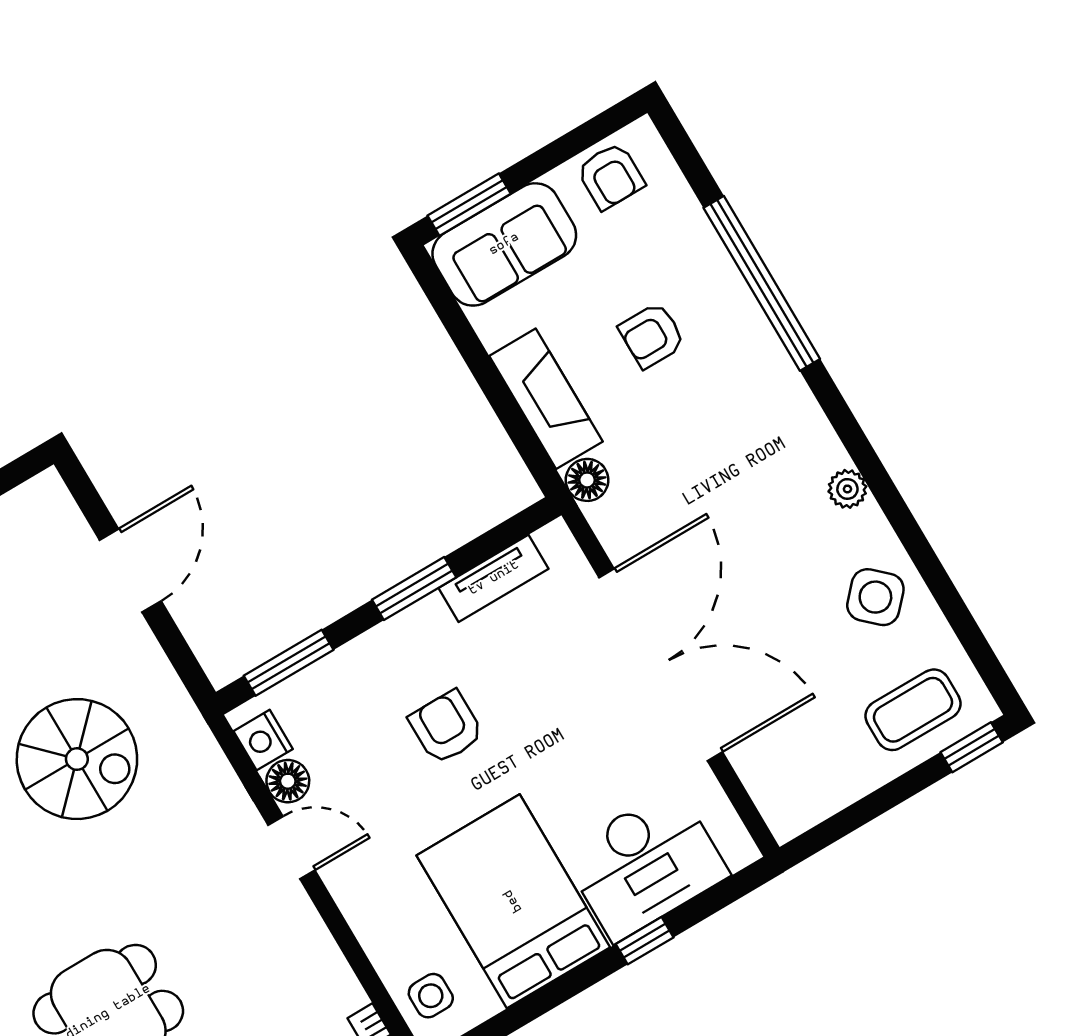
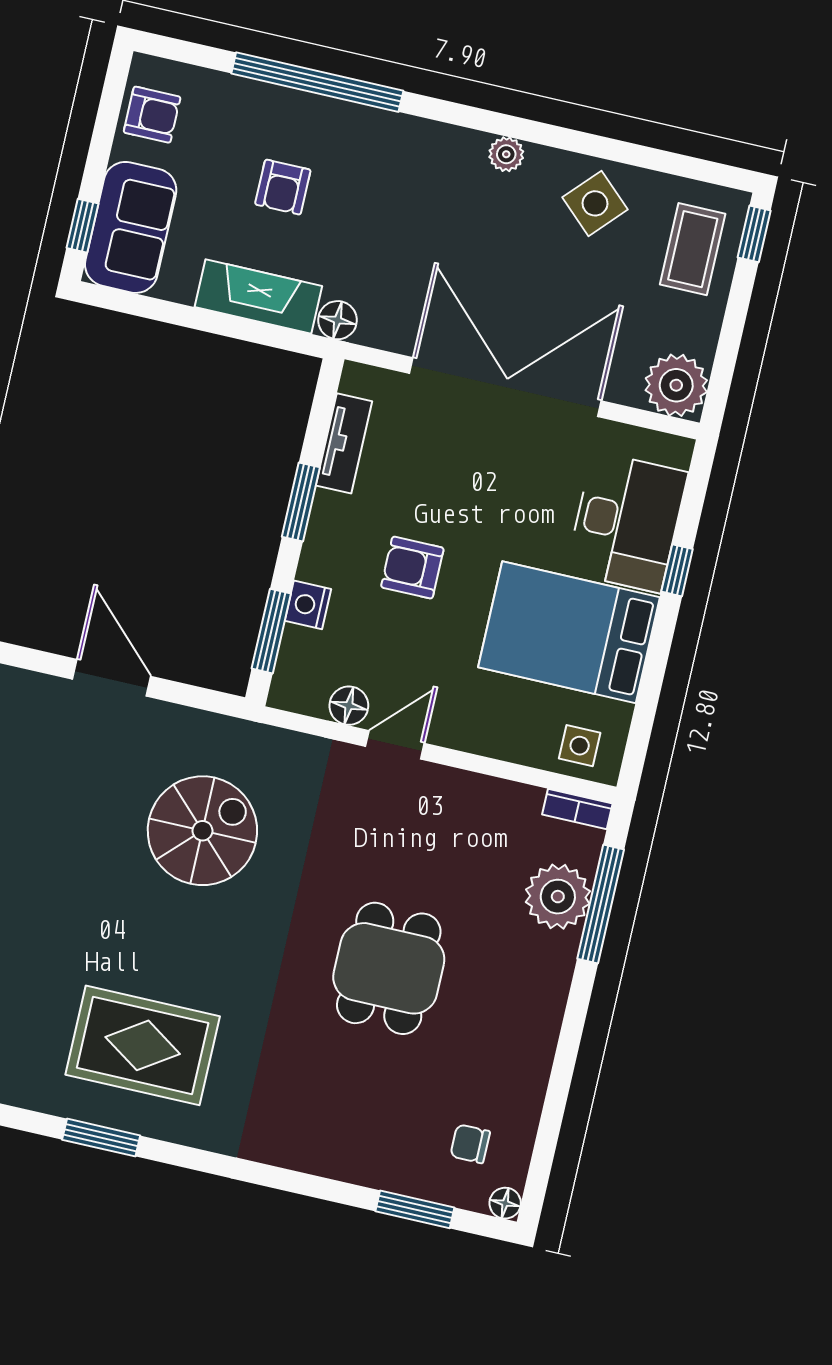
window: (469, 205) -> (82, 226), width x0.67
nightstand: (263, 740) -> (308, 605), moved, turned 90
plant: (792, 800) -> (676, 385), added

